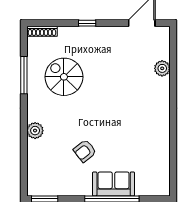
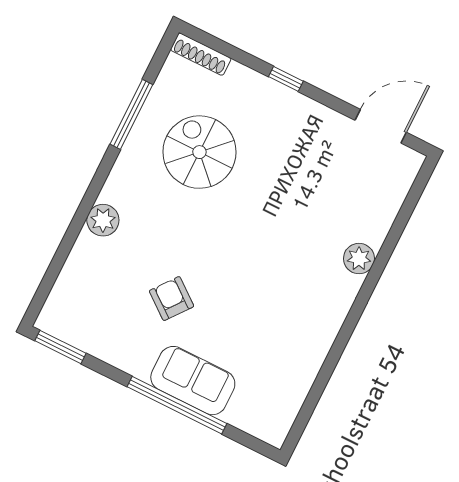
plant: (162, 68) -> (359, 259), moved
armchair: (85, 151) -> (172, 299), turned 76

